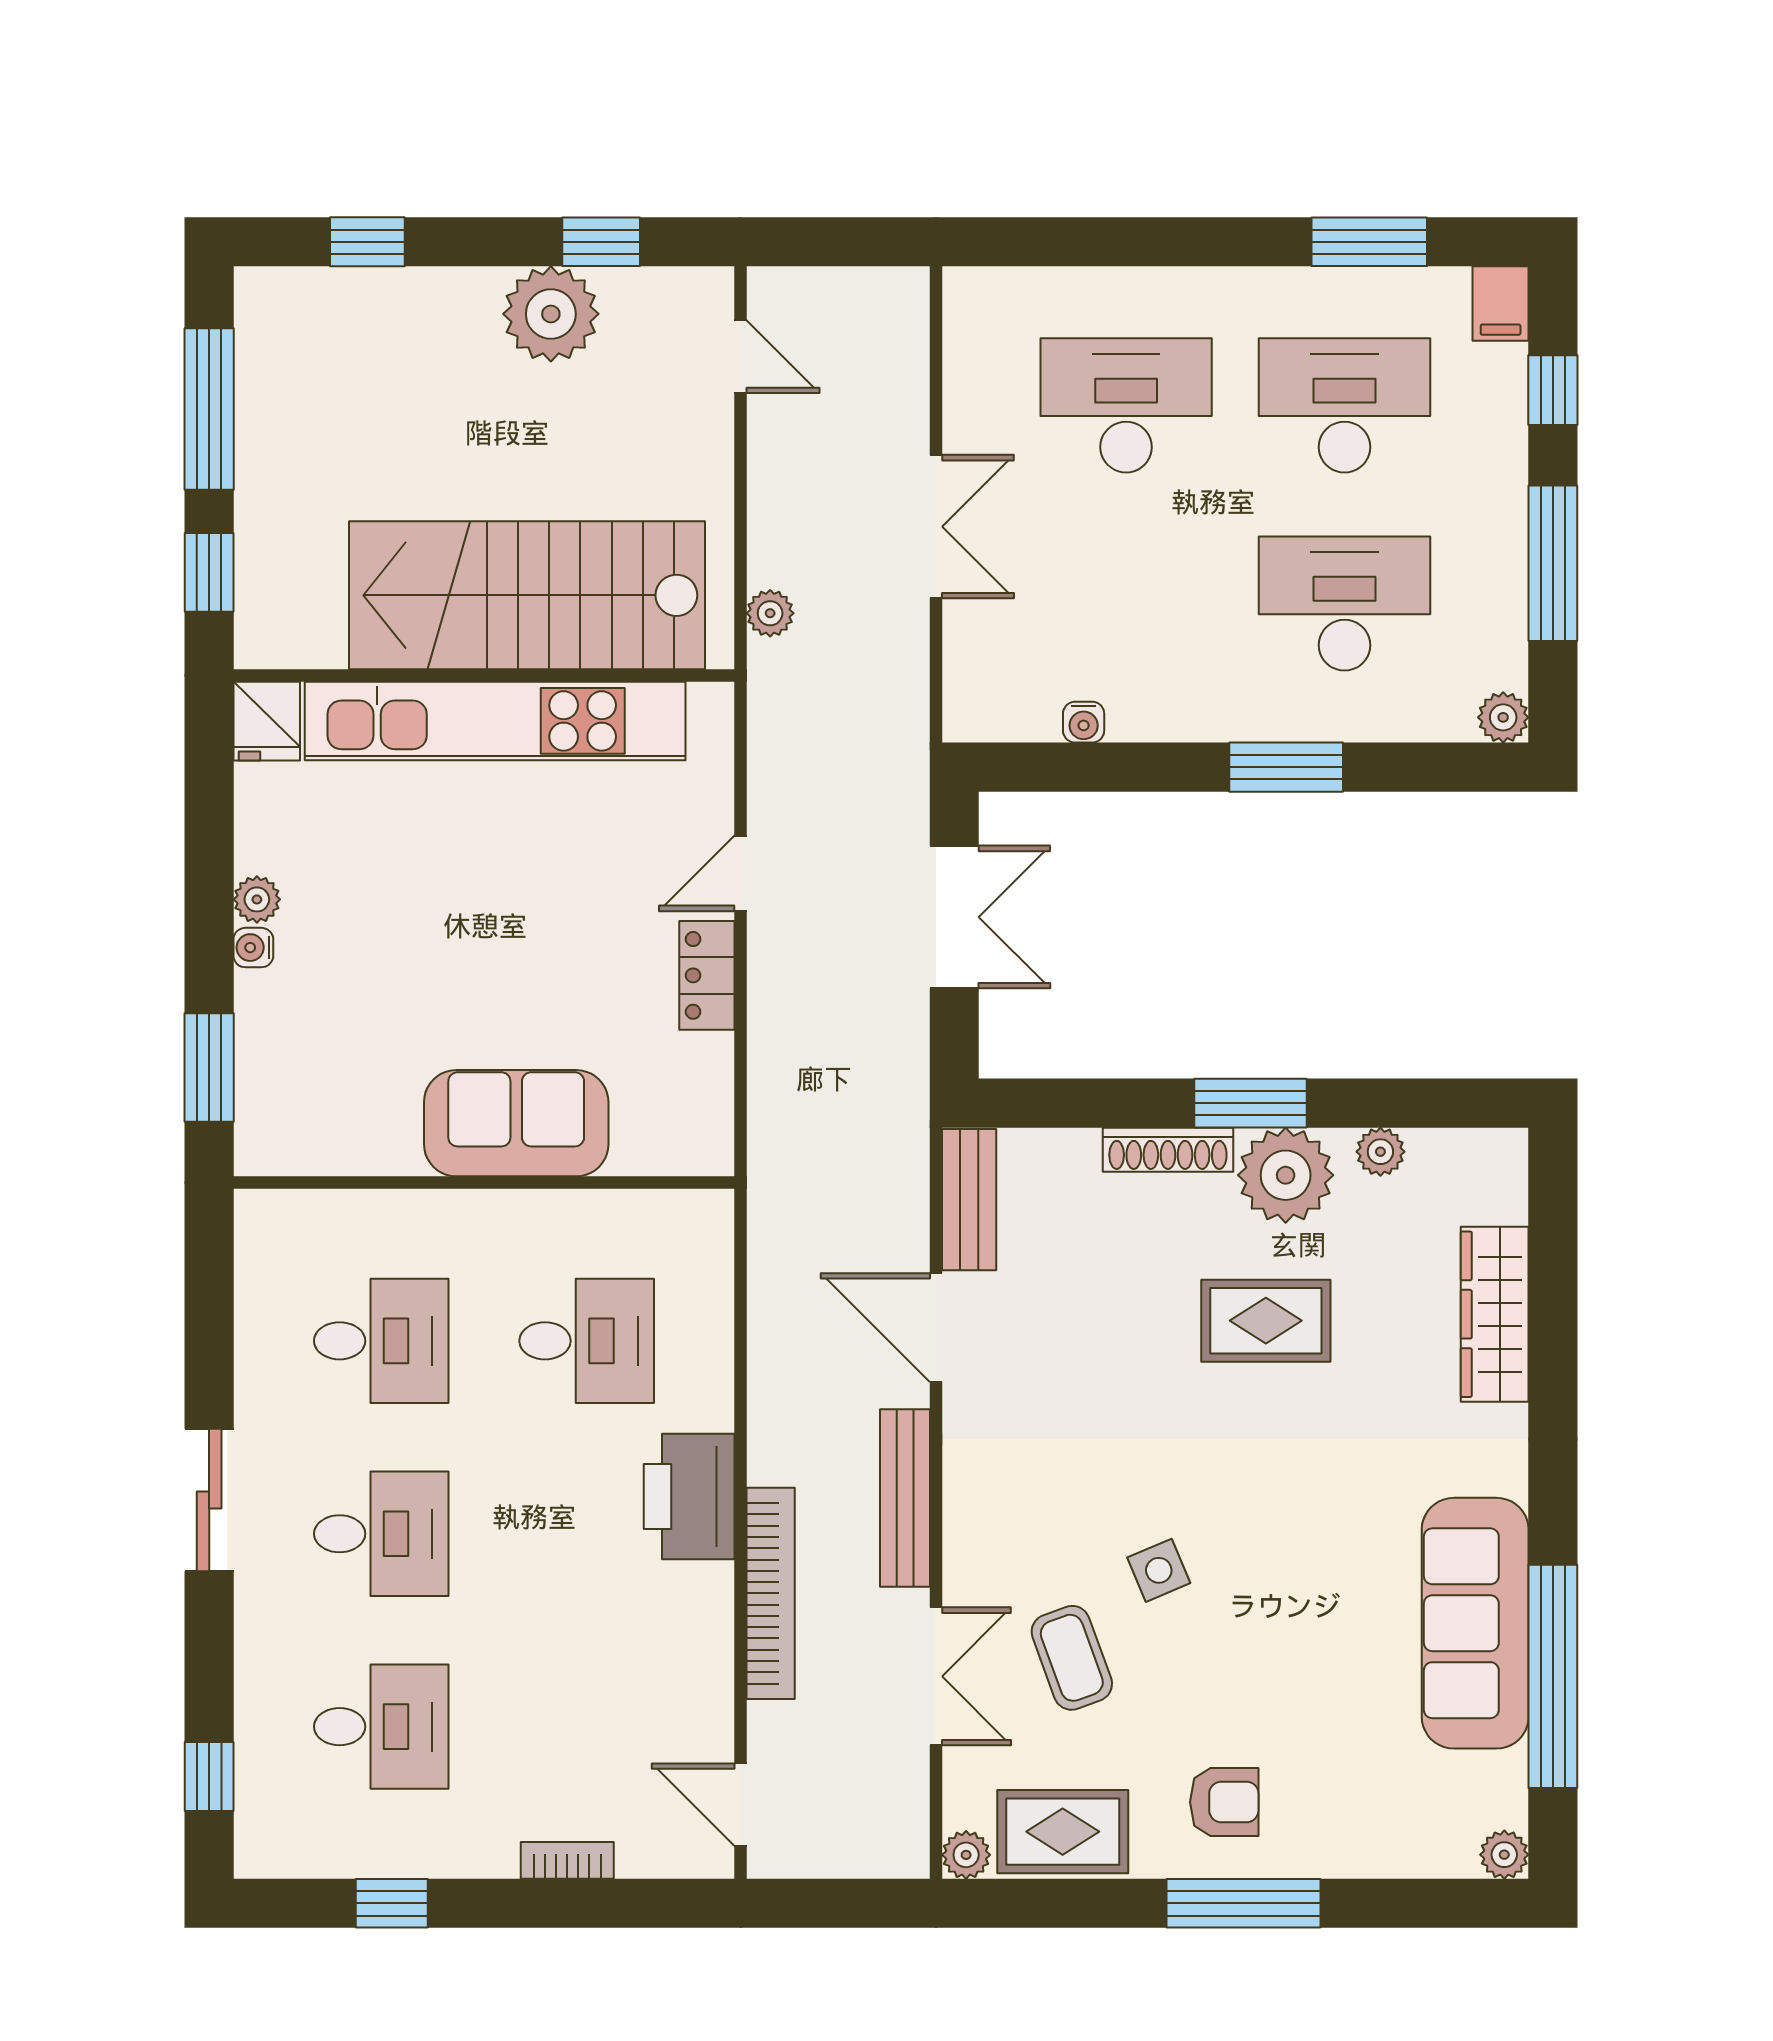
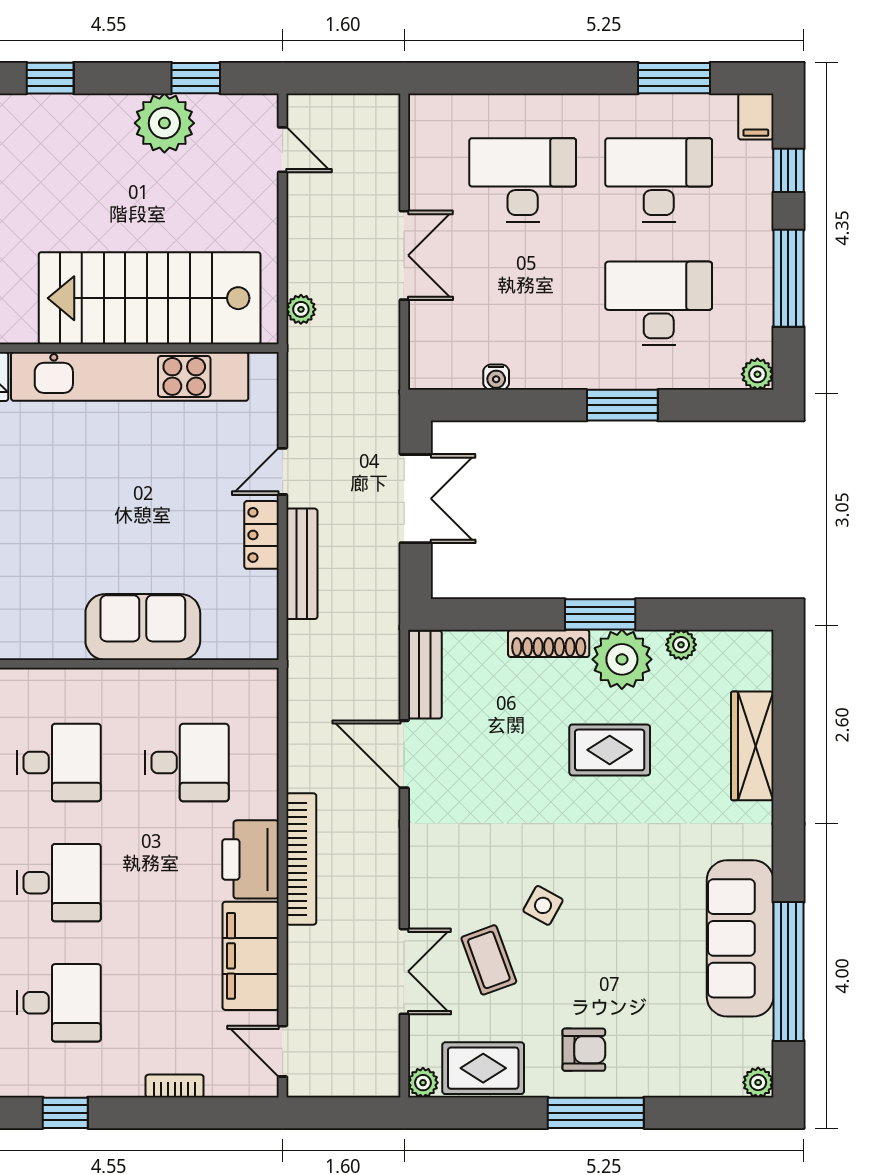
bench: (905, 1498) -> (302, 564), moved
side table: (1159, 1570) -> (543, 905), turned -38
bookcase: (771, 1593) -> (301, 859), moved
filing cabinet: (689, 1651) -> (251, 956), added

